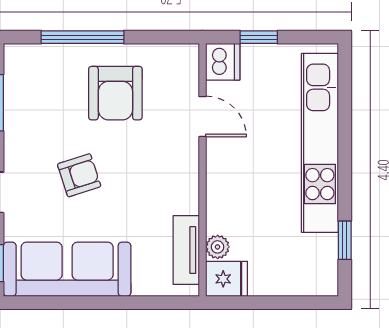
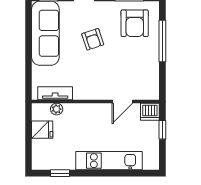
armchair: (115, 93) -> (135, 23), moved, turned -90
kitchen unit: (320, 143) -> (109, 161), width x0.73
fridge: (227, 279) -> (42, 130), moved, turned -90

